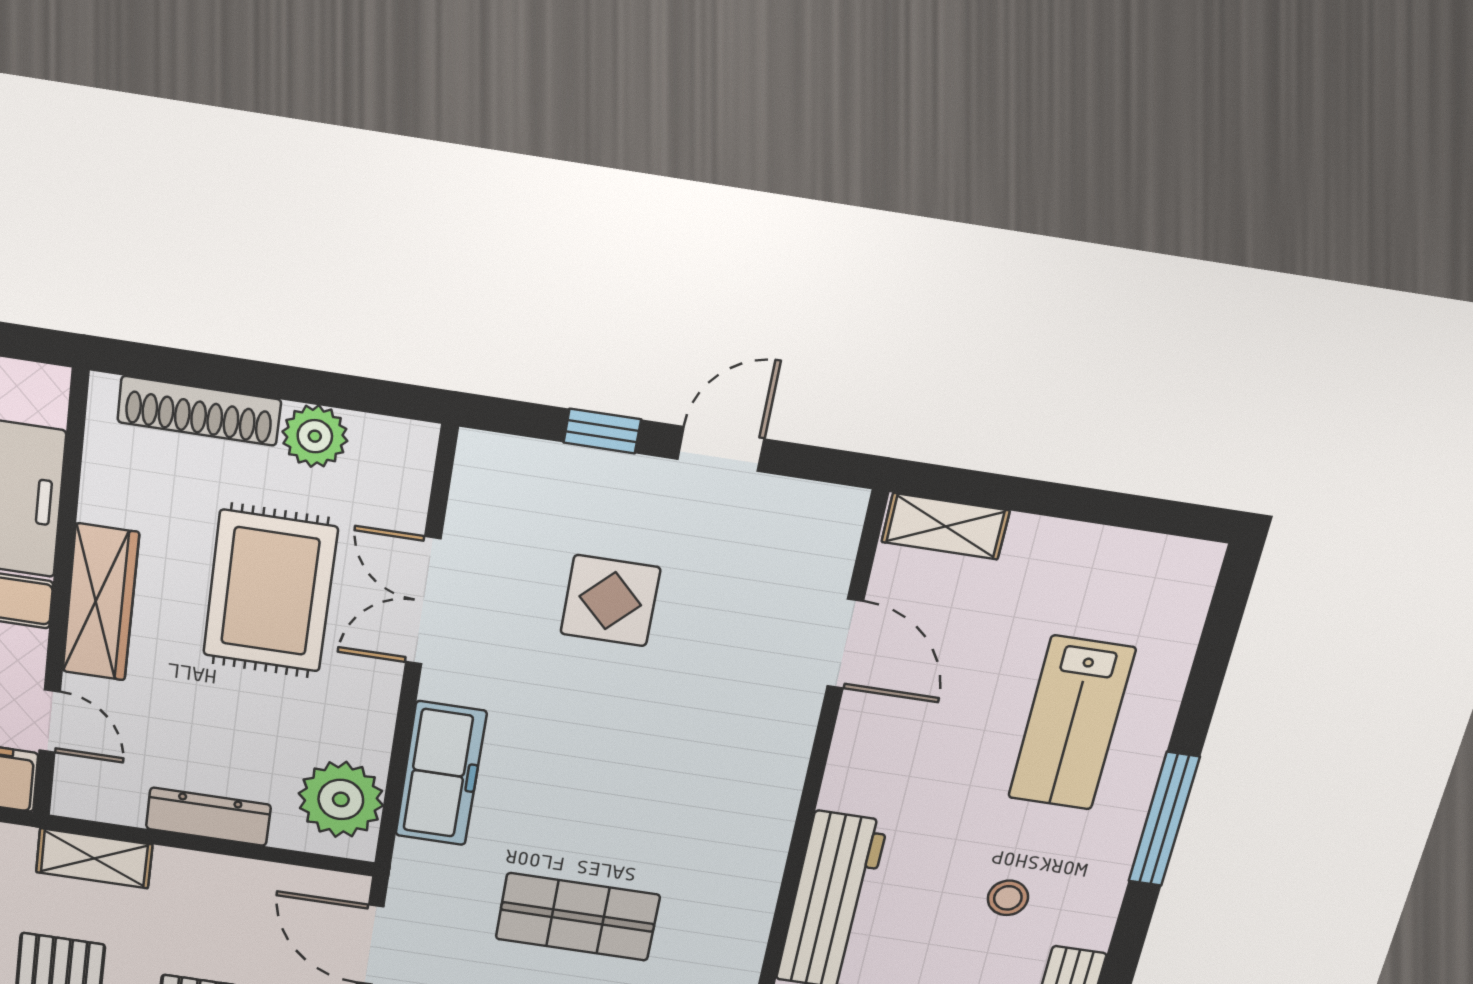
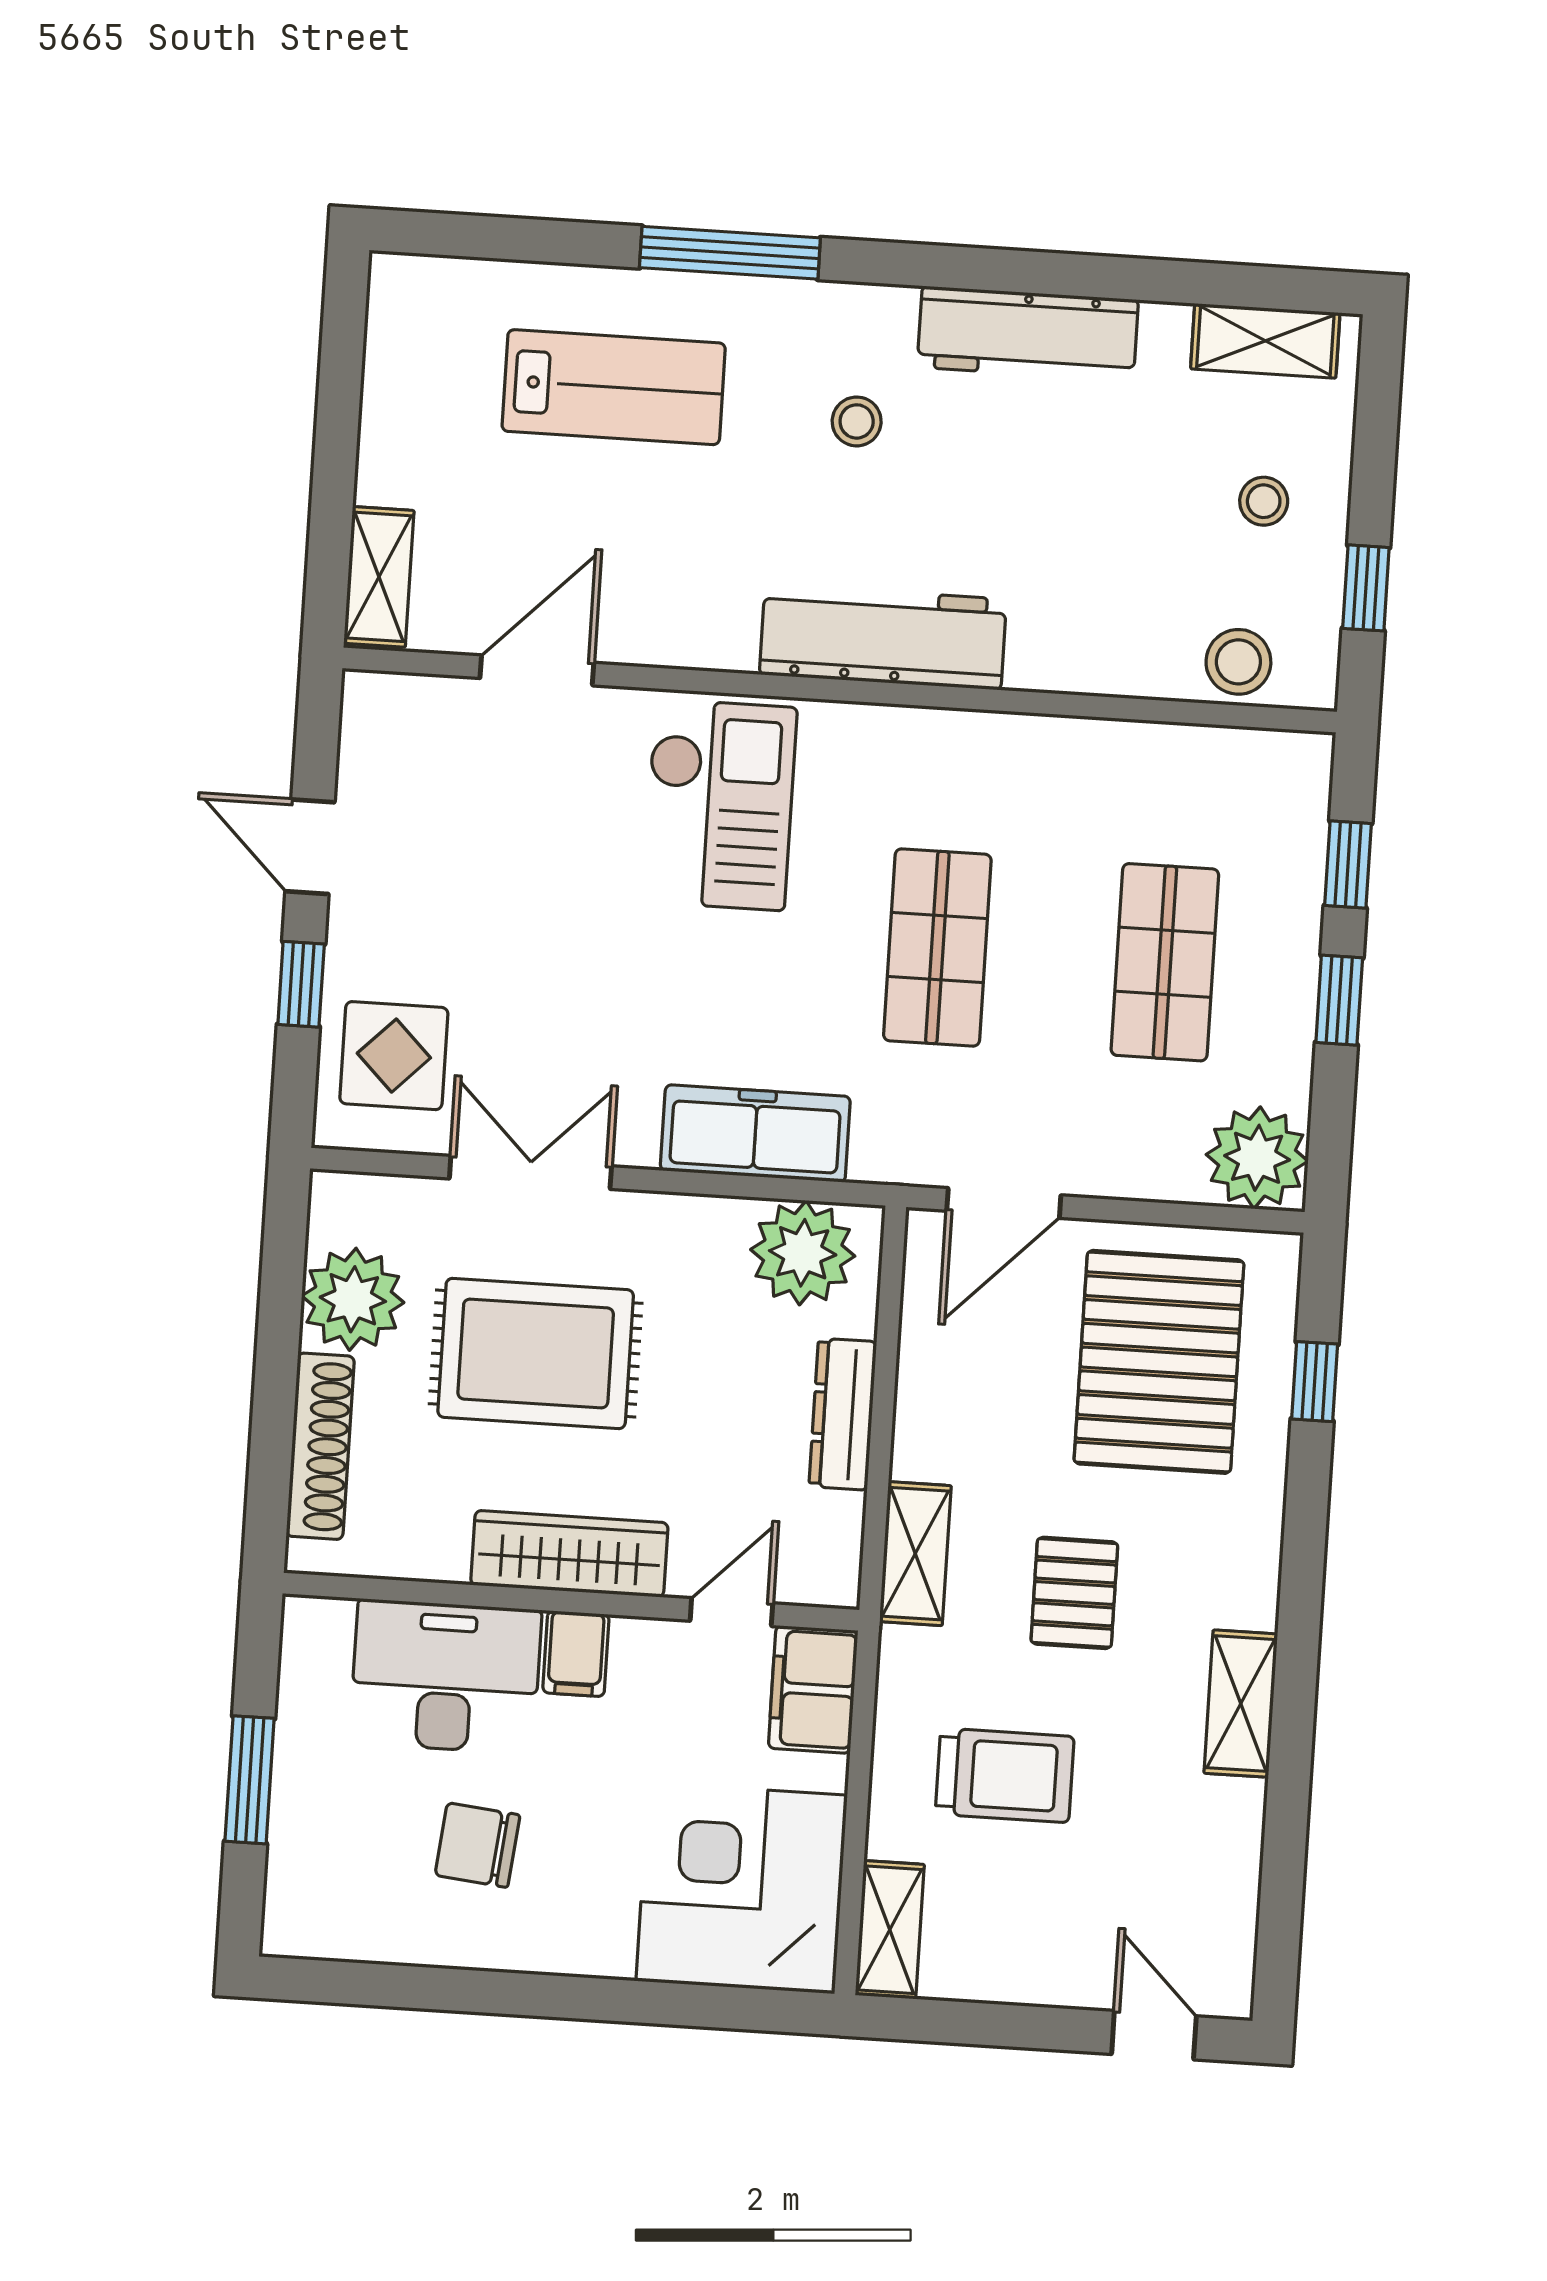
plant: (315, 436) -> (353, 1299), width x1.36, depth x1.36
double door: (423, 601) -> (530, 1172), swing flipped
display table: (610, 601) -> (394, 1056), moved
checkout: (713, 771) -> (719, 805), added

